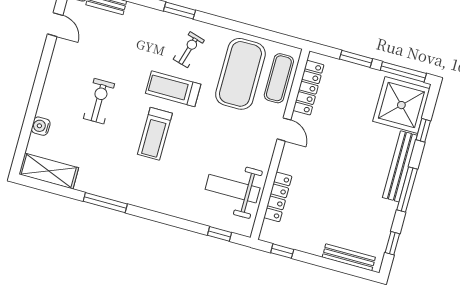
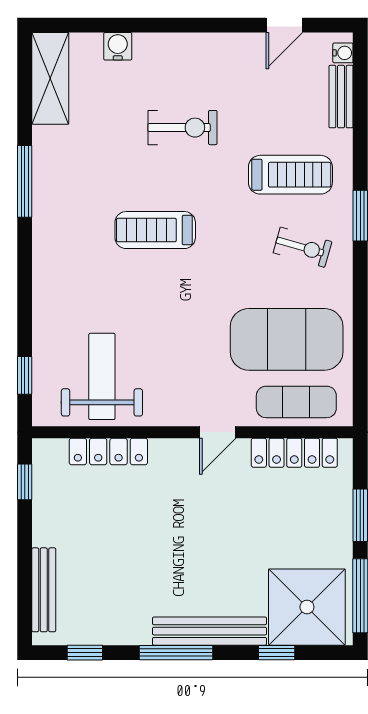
treadmill: (173, 89) -> (290, 175), moved, turned 90

